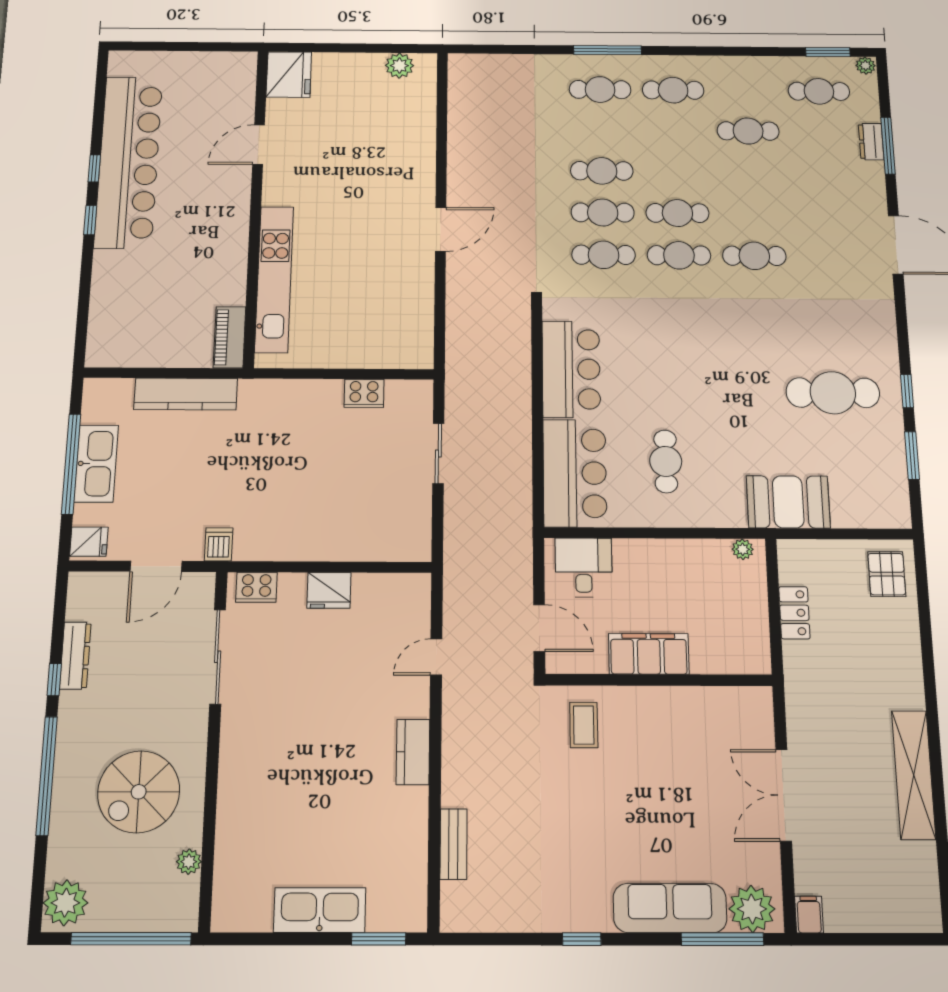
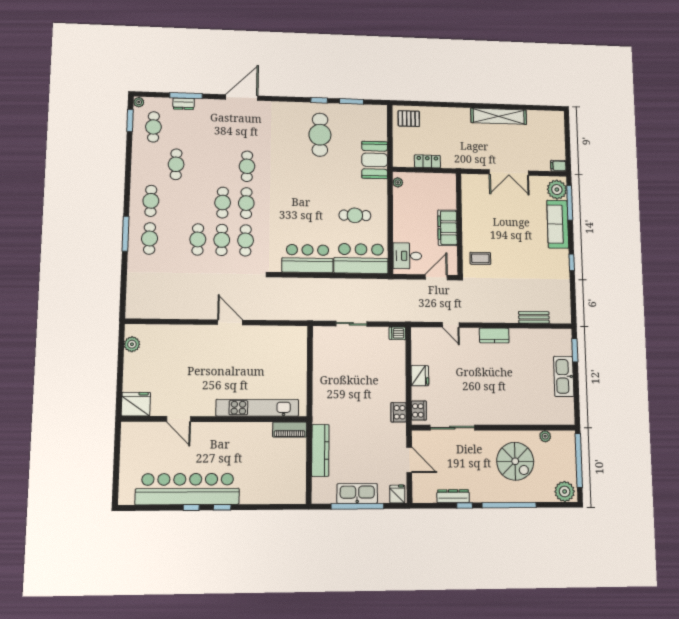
cooker: (364, 393) -> (399, 412), moved, turned 180
dishwasher: (219, 544) -> (397, 333), moved

